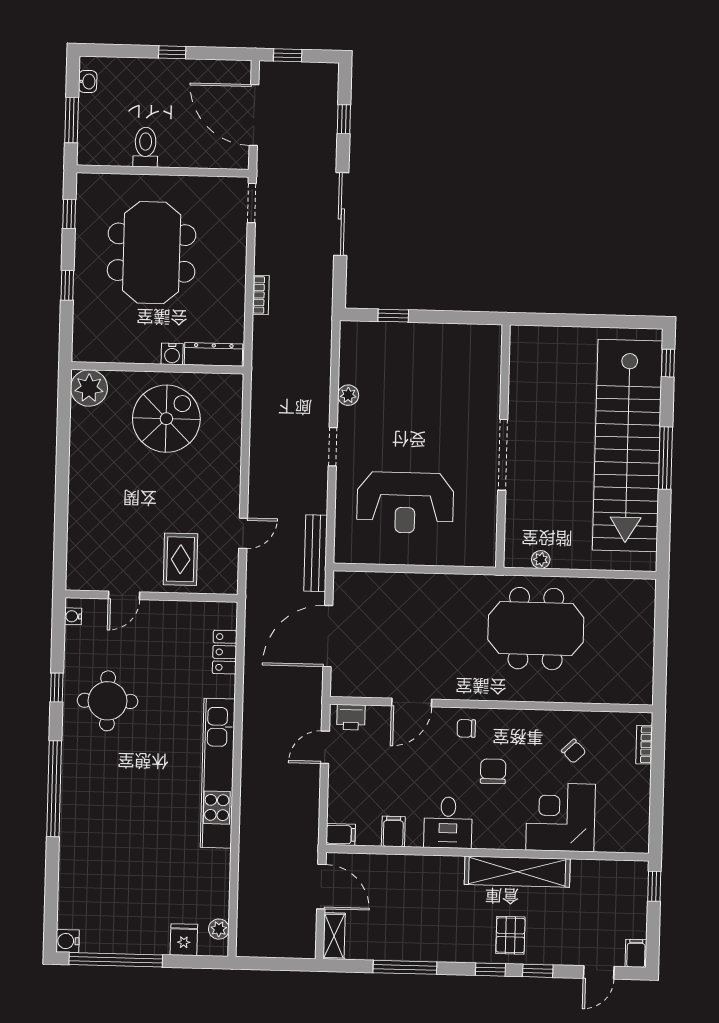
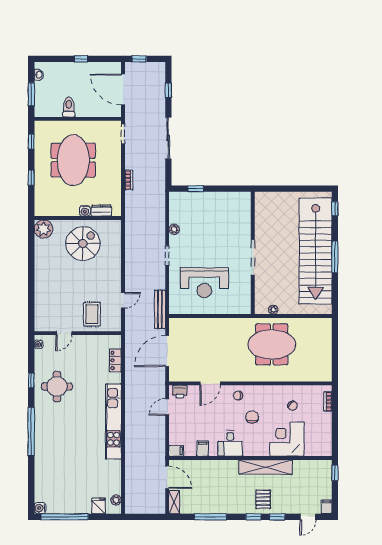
dresser: (214, 354) -> (101, 211), width x0.70

